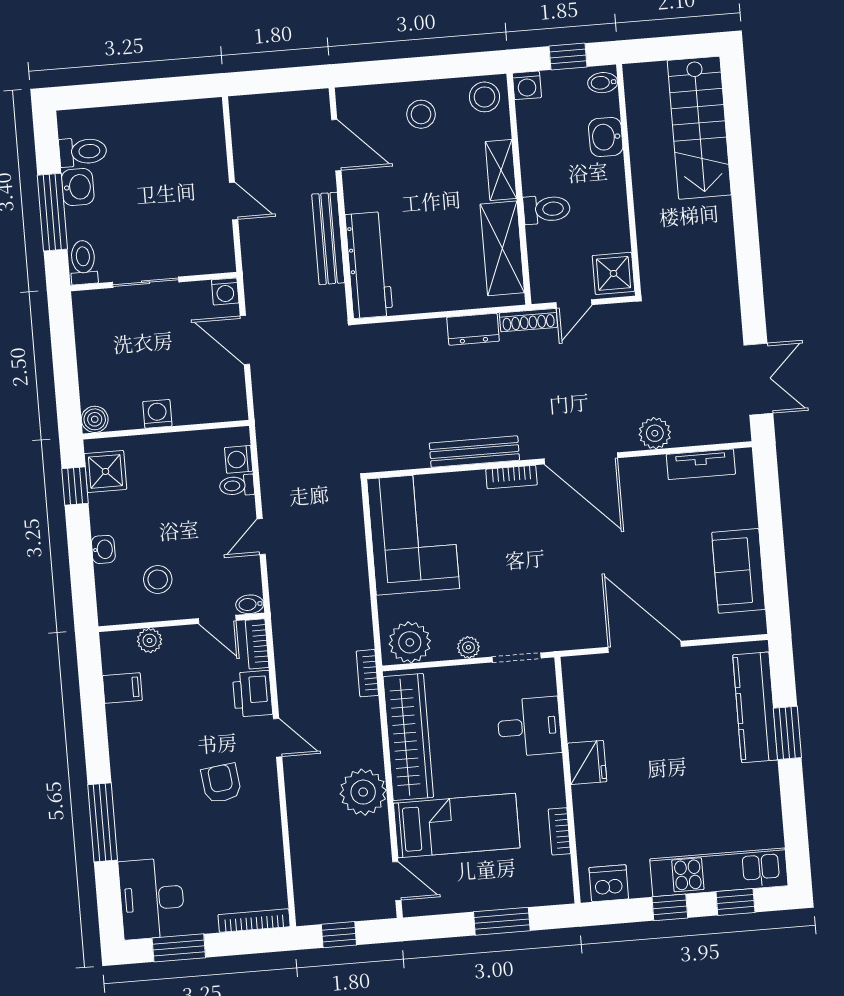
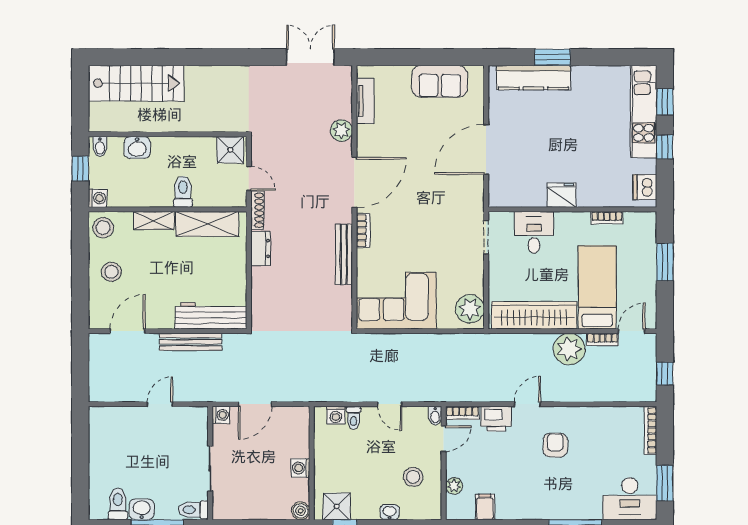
plant: (468, 647) -> (477, 269), removed
bookcase: (367, 673) -> (602, 339), moved
armchair: (221, 783) -> (555, 445), turned 97

